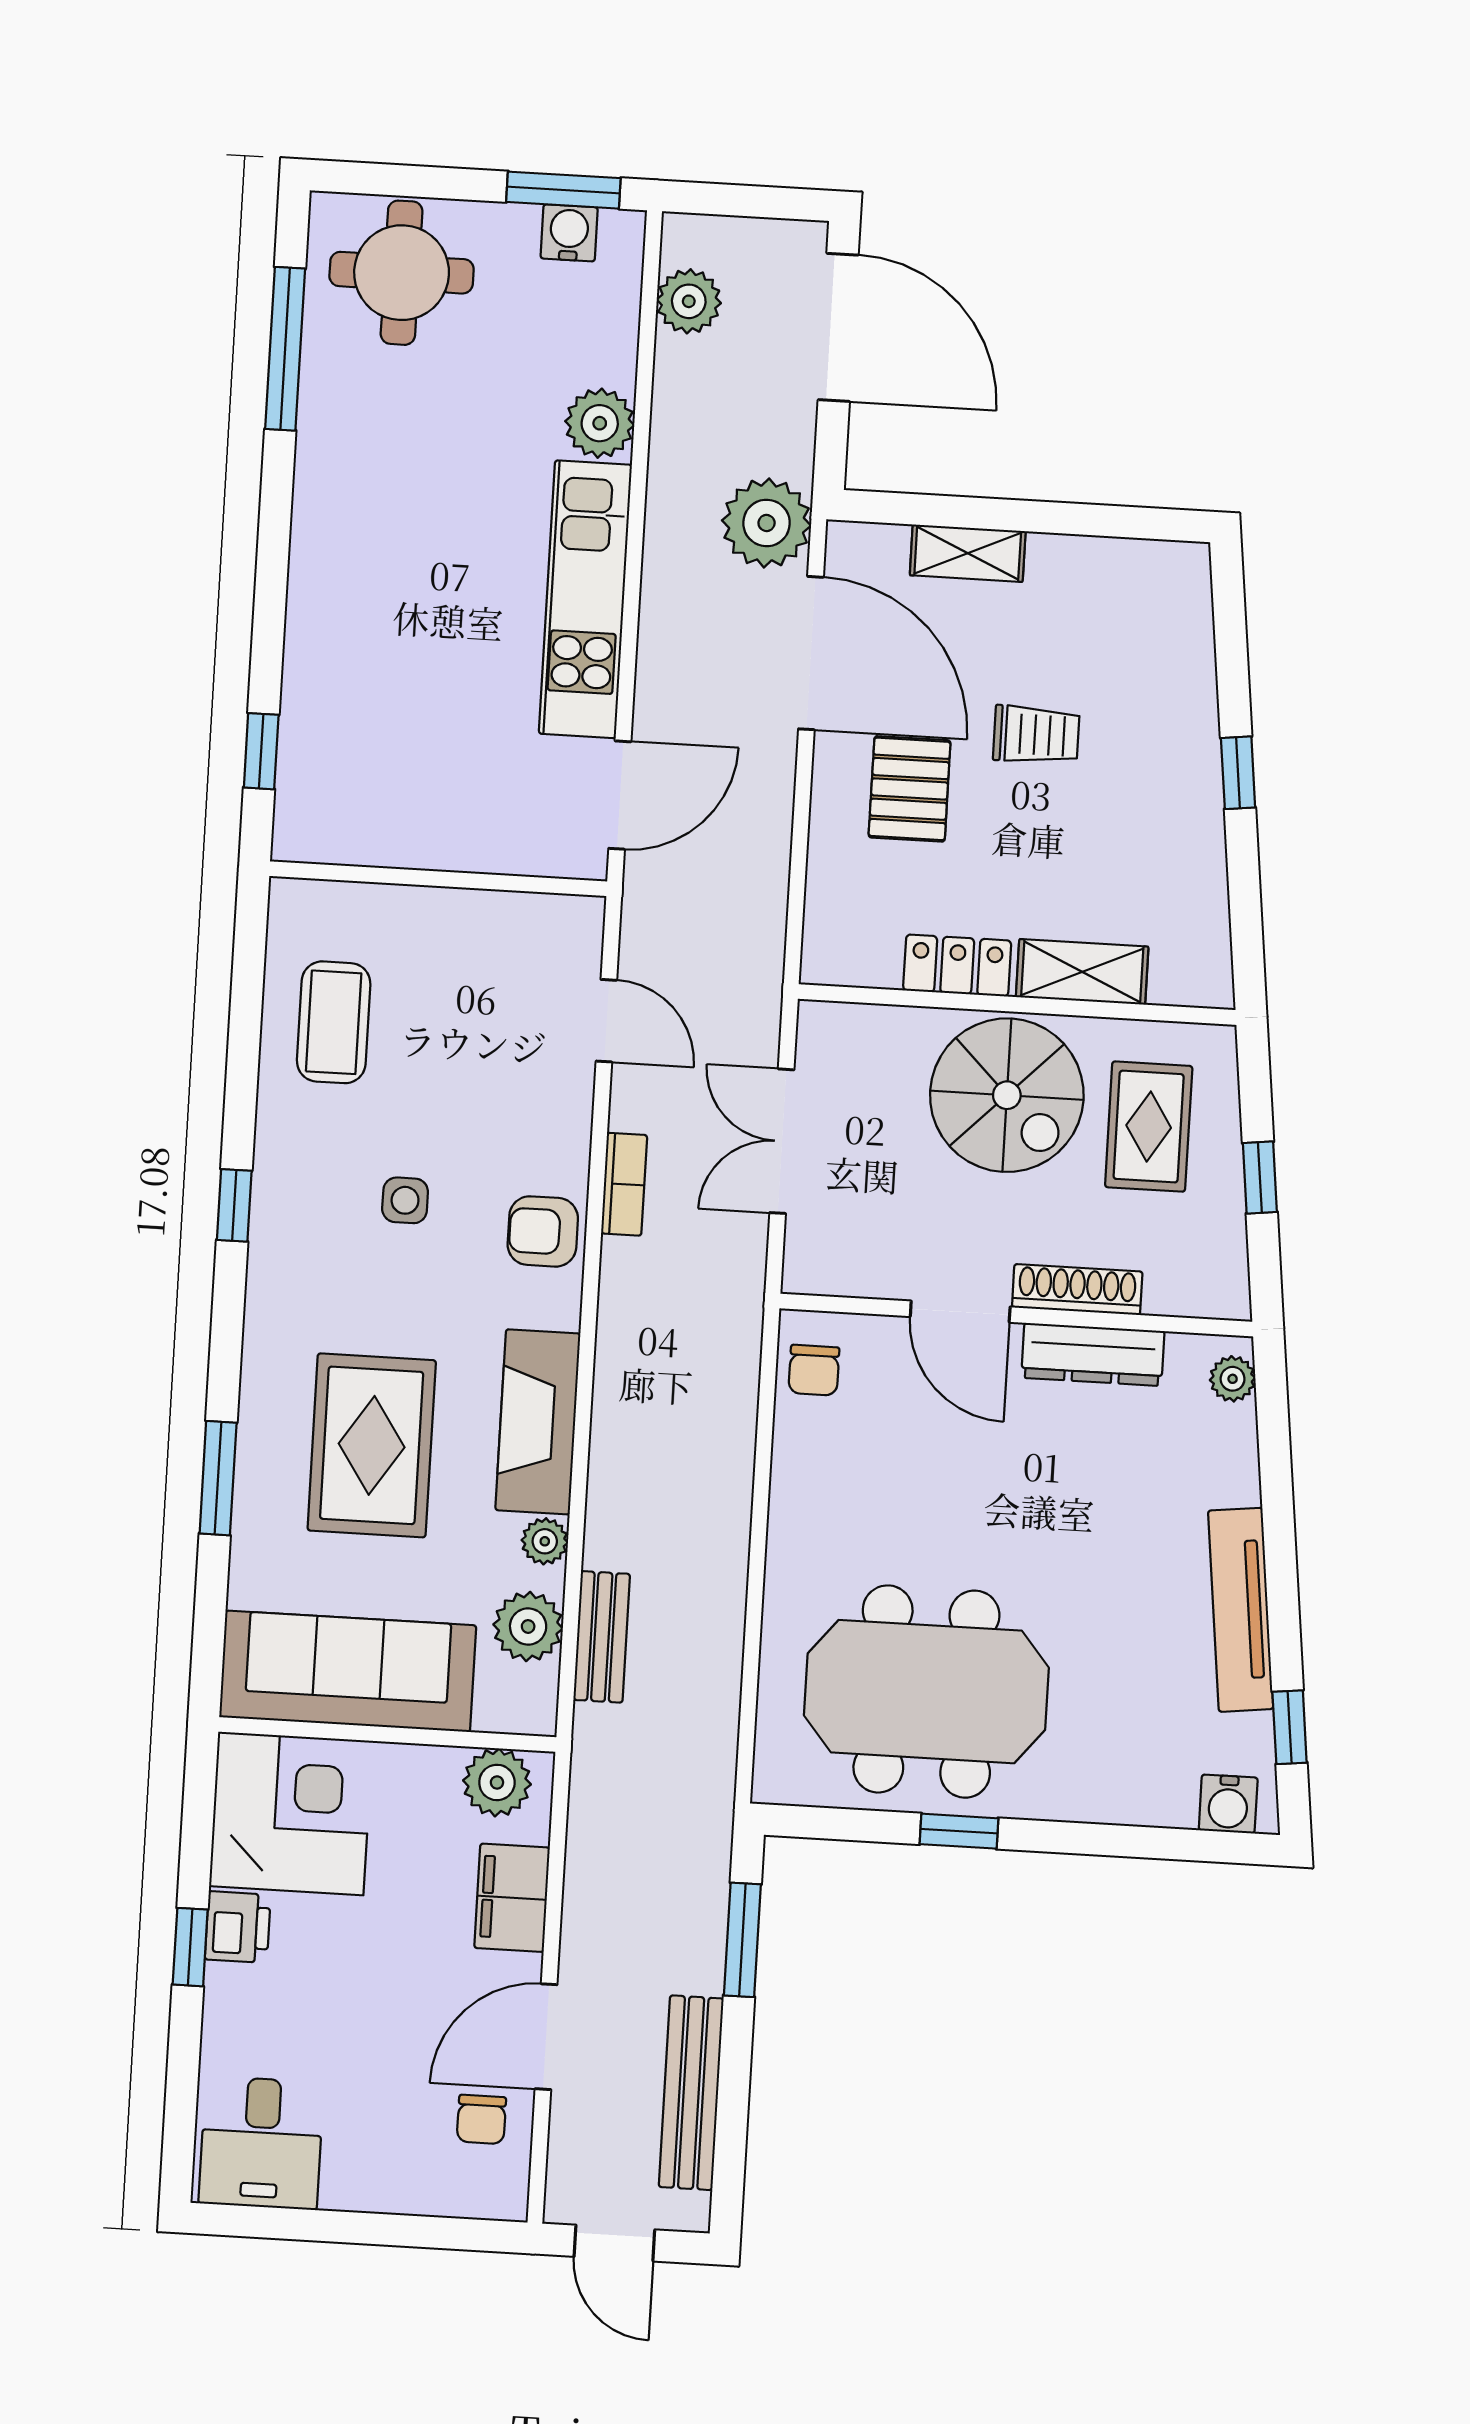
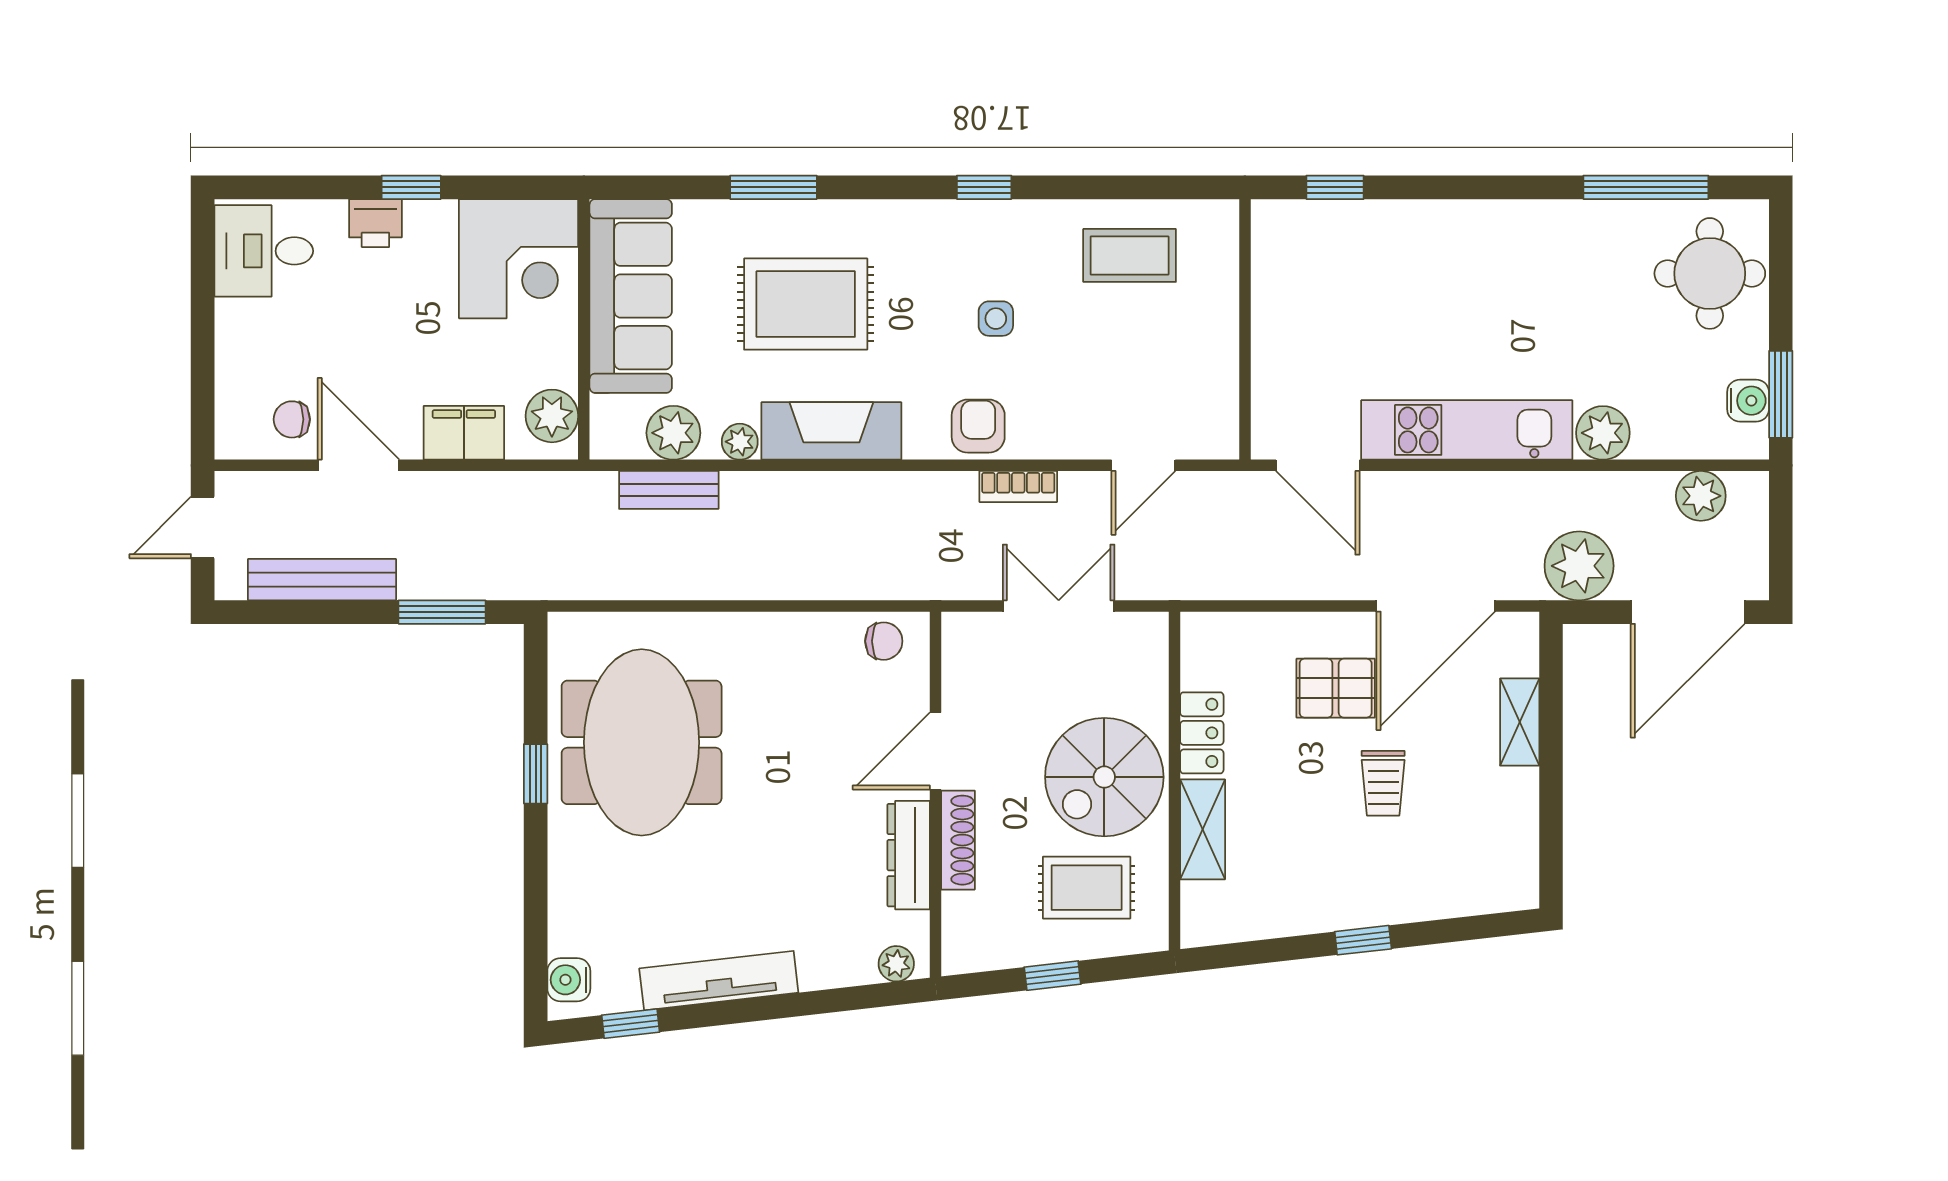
plant: (767, 523) -> (1579, 566), moved
chair: (814, 1370) -> (884, 641), turned 180
printer: (238, 1927) -> (375, 223), moved

